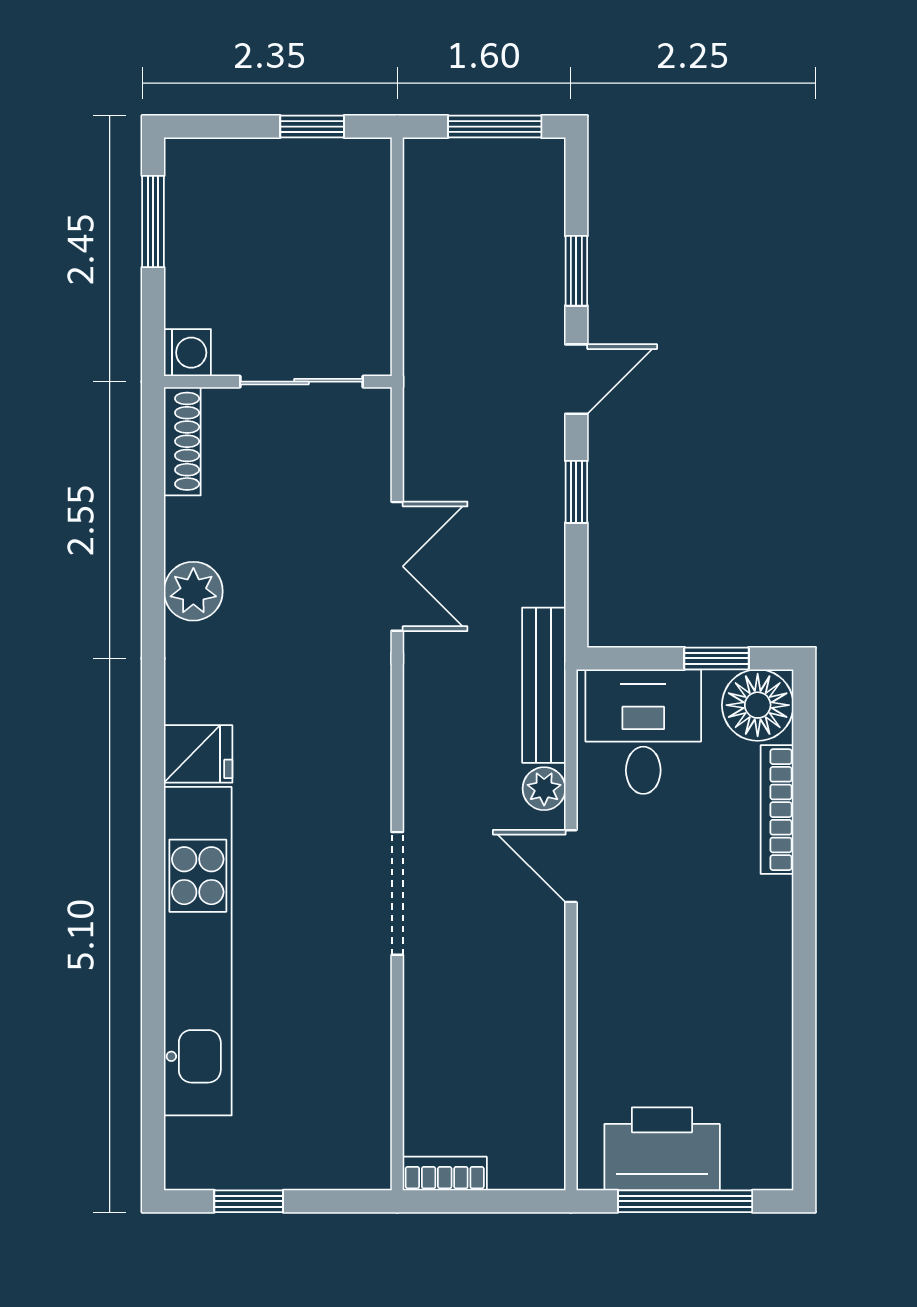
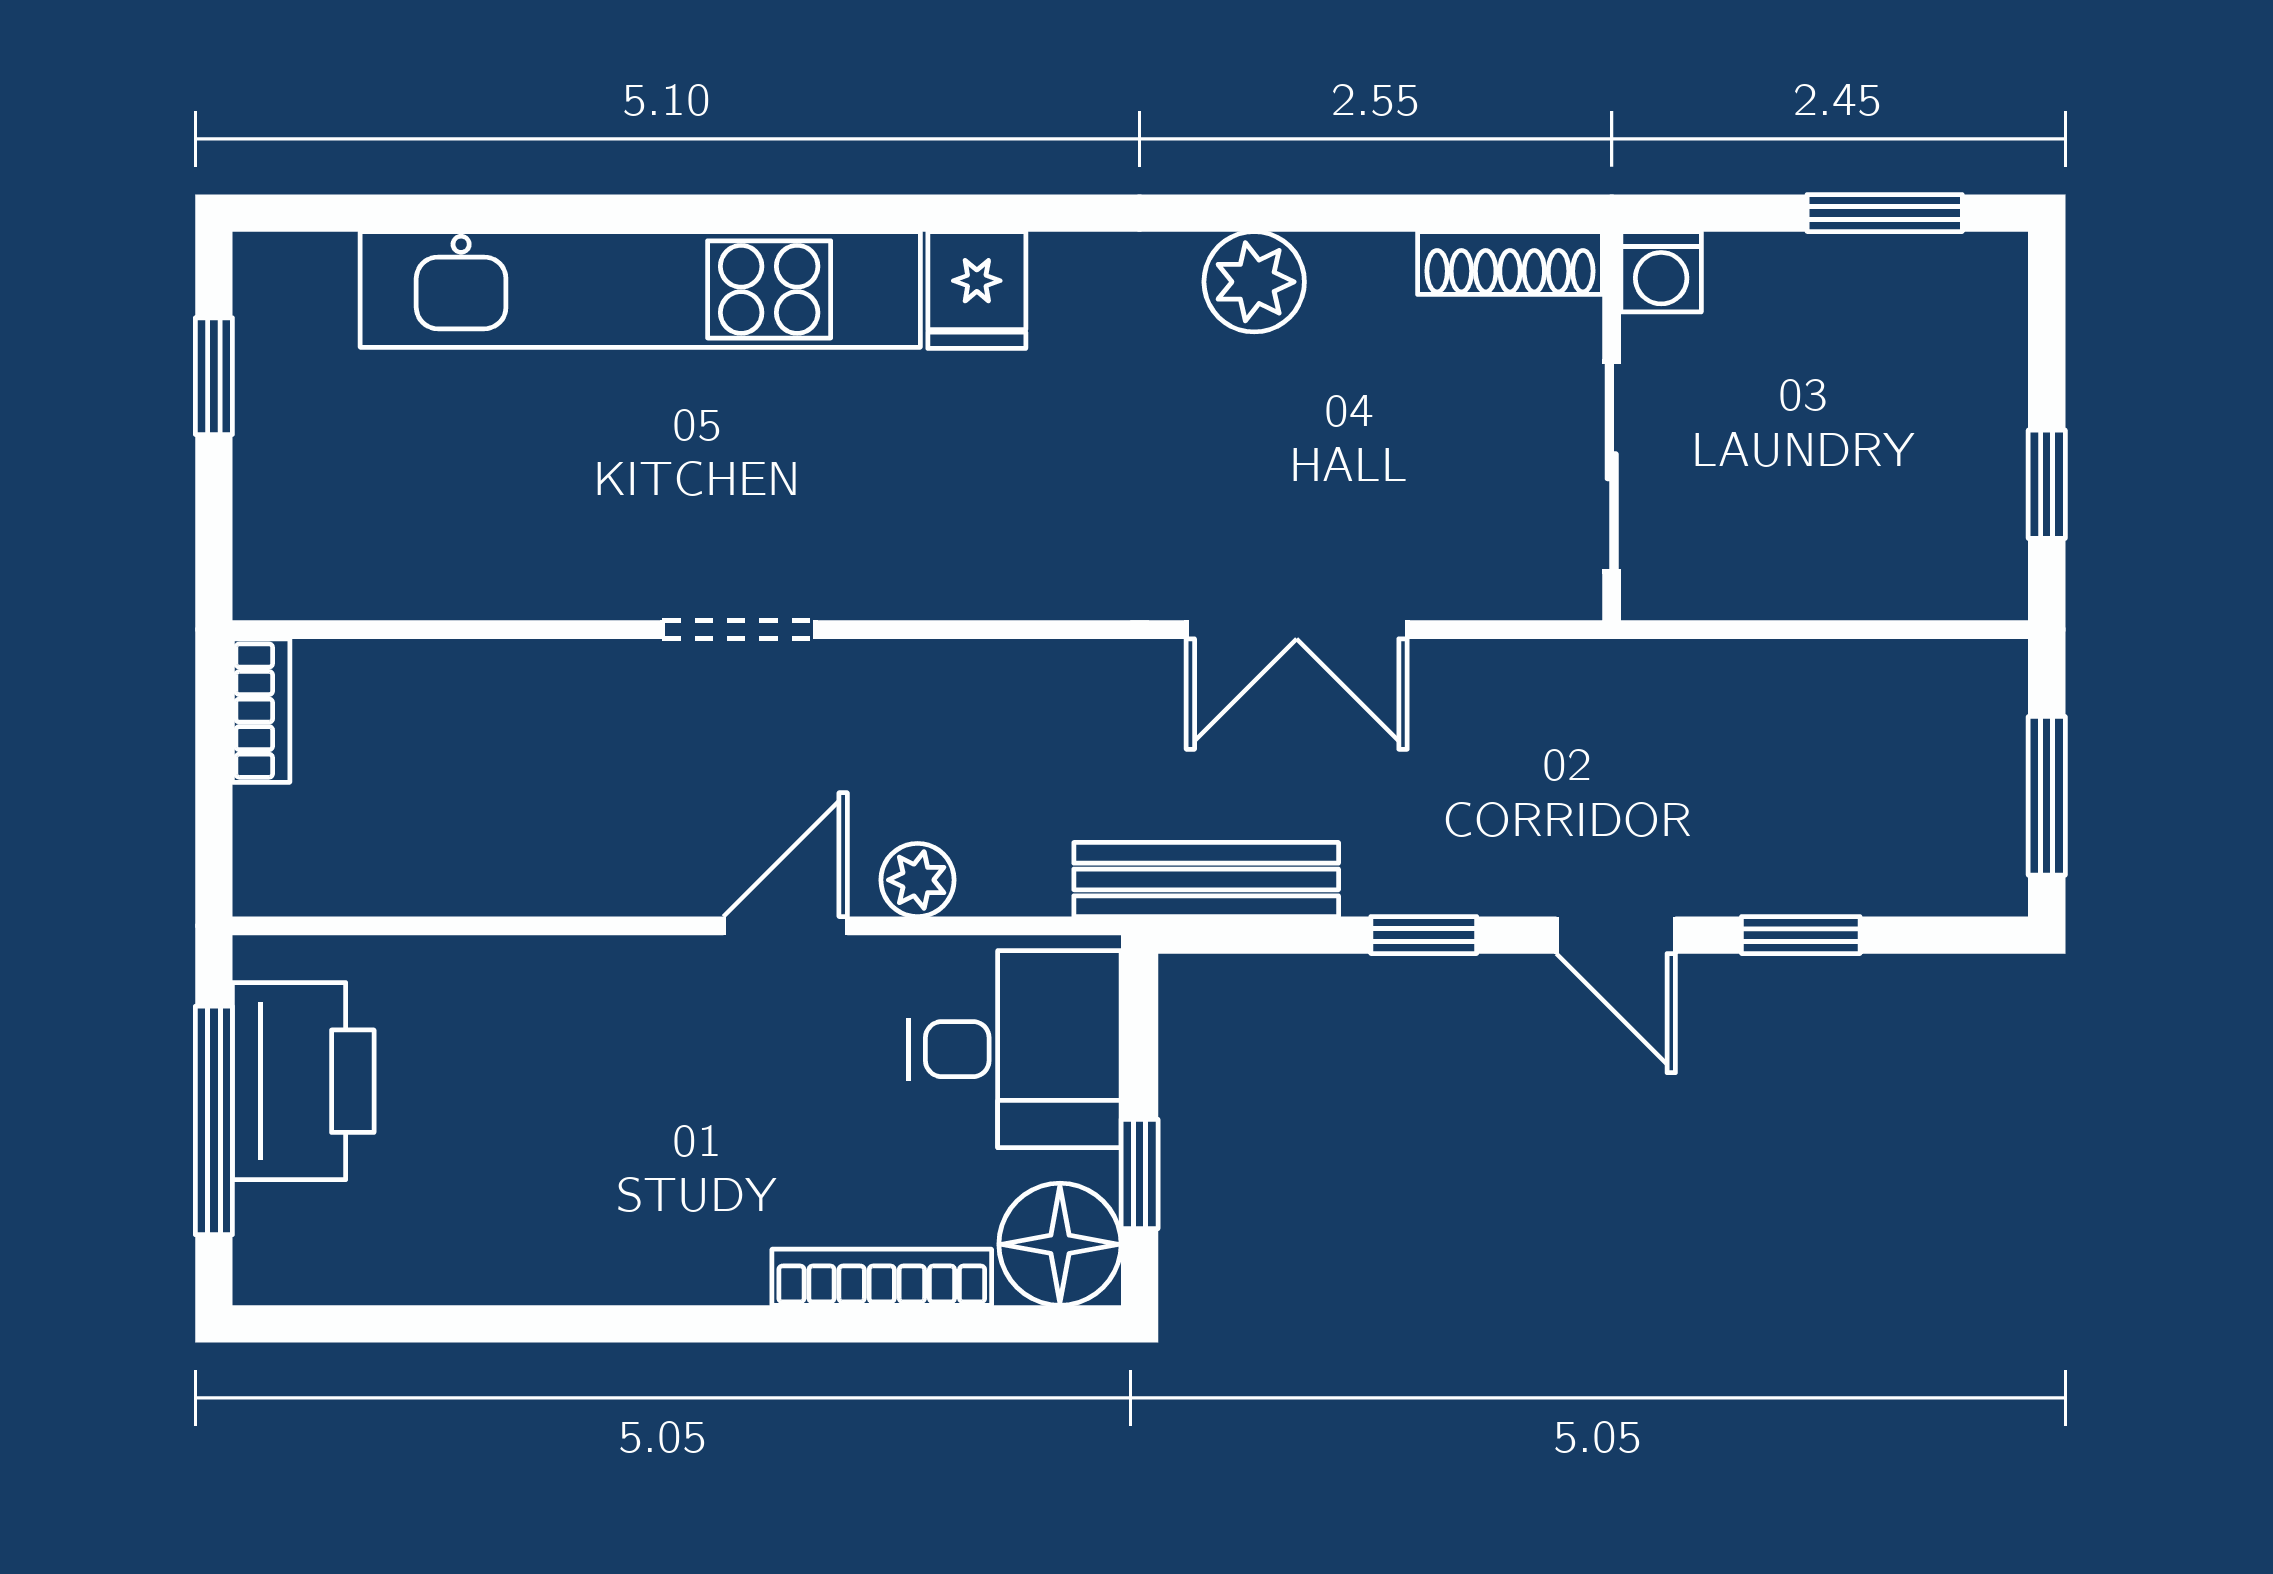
bench: (544, 685) -> (1206, 879), moved
doorway: (397, 893) -> (739, 630), width x0.73

